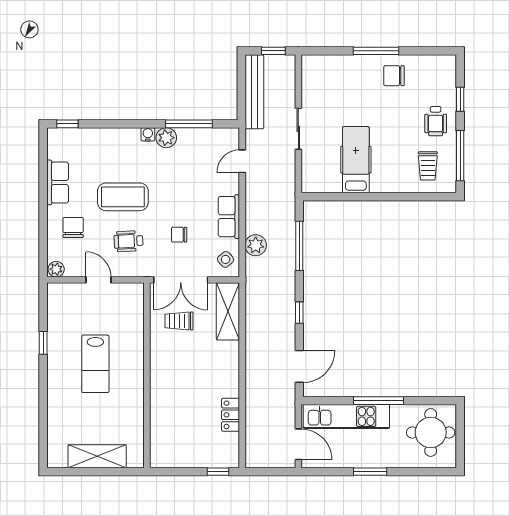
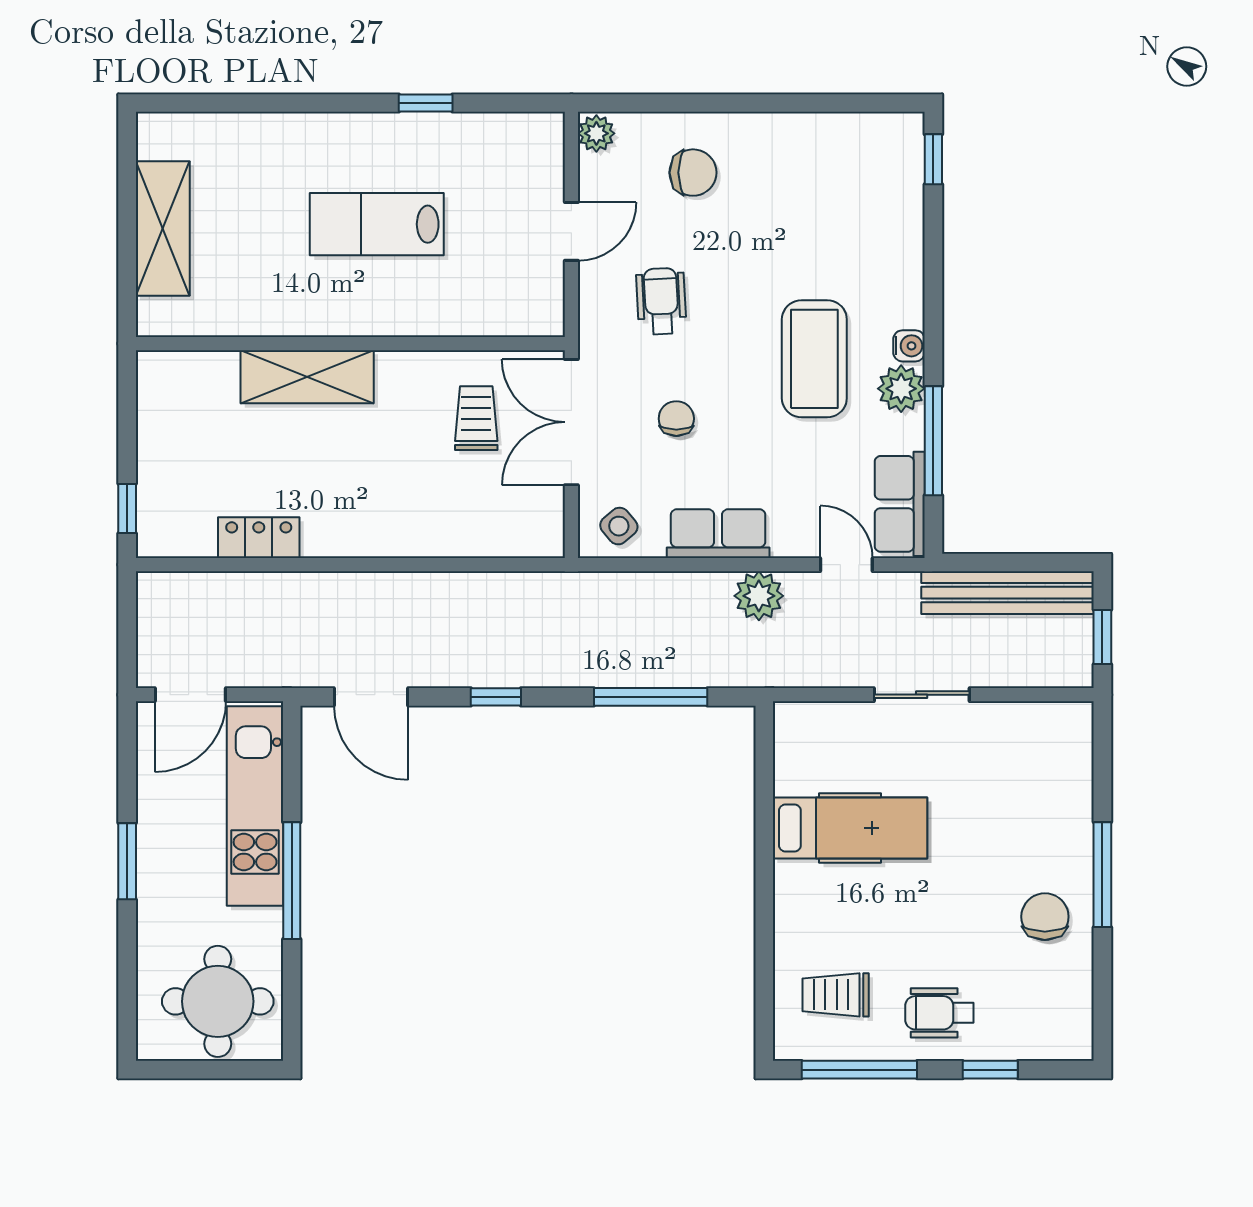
row of seats: (58, 182) -> (900, 504), moved, turned 90
coffee table: (123, 197) -> (814, 359), moved
plant: (256, 245) -> (759, 596), moved
shelving: (228, 311) -> (307, 377), moved

